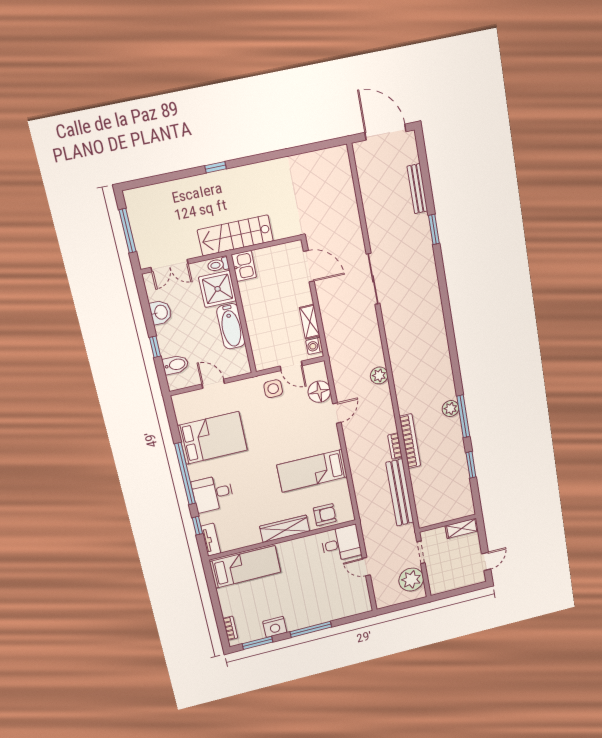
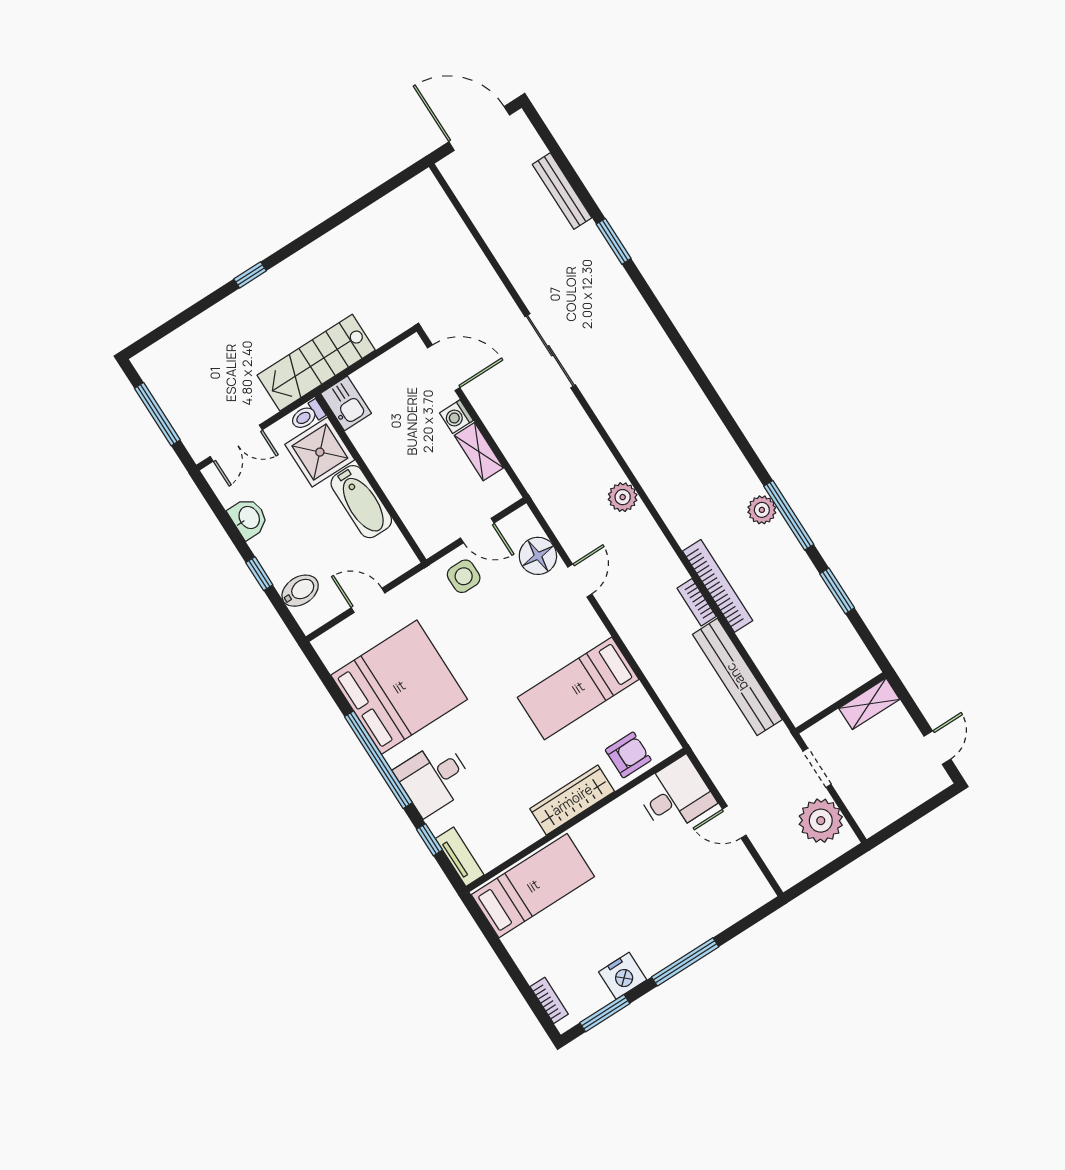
washing machine: (314, 346) -> (456, 417), moved
bed: (212, 438) -> (399, 687), width x1.36

